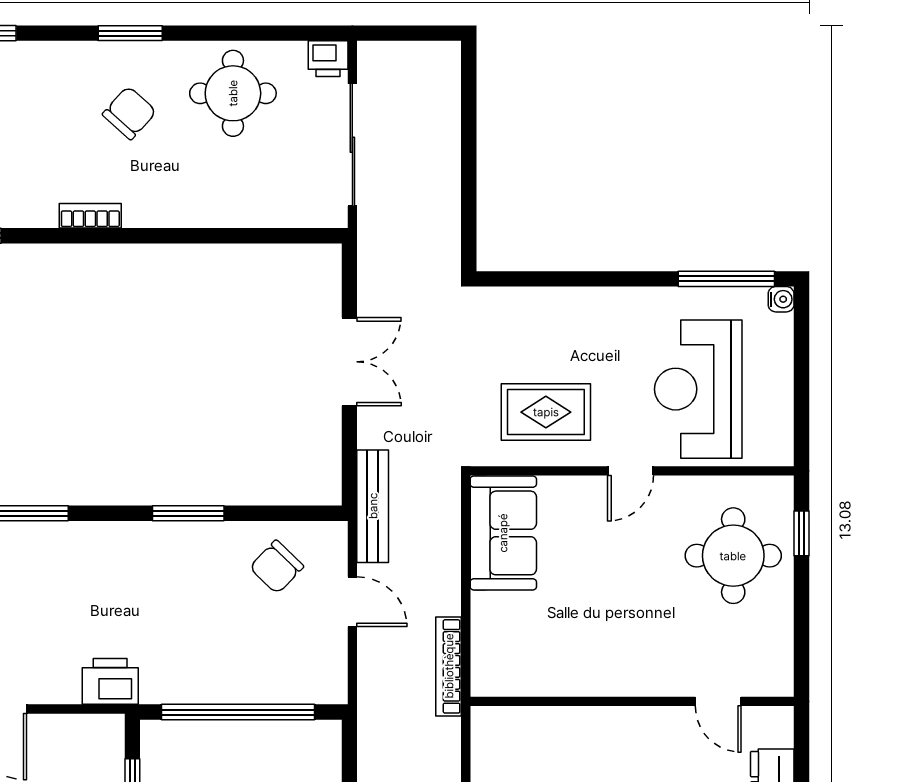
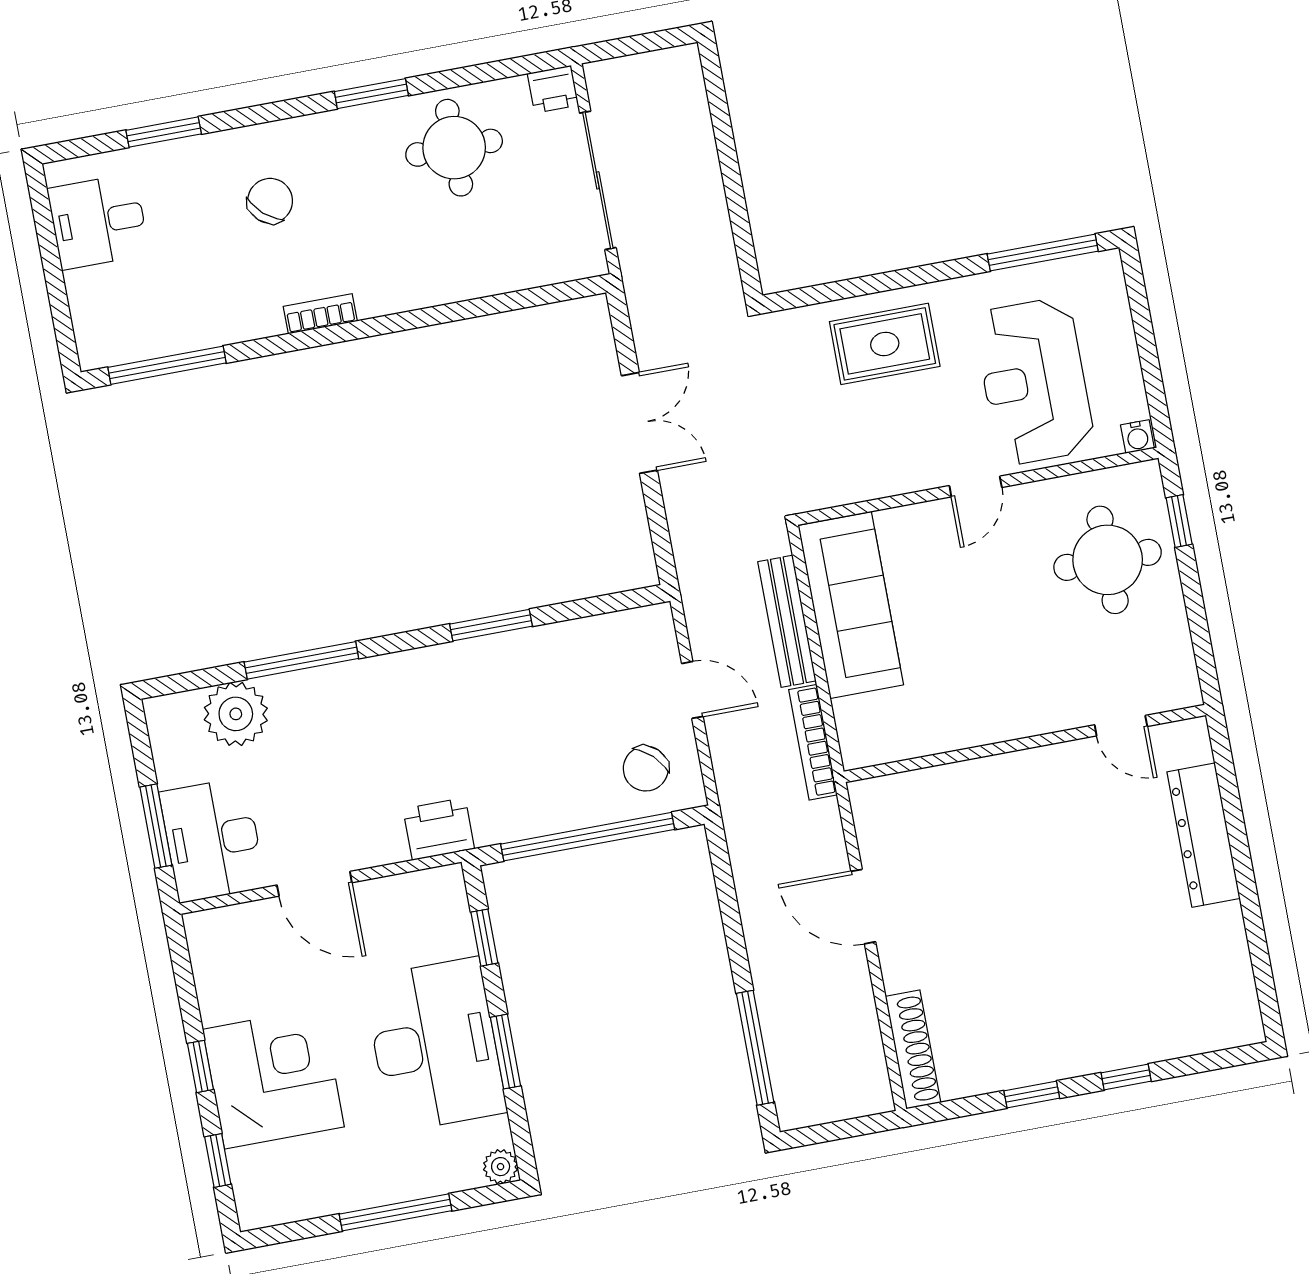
window: (130, 33) -> (371, 94), moved
chair: (129, 113) -> (270, 201), moved
water cooler: (781, 299) -> (1137, 437), moved, turned 90
rug: (546, 412) -> (885, 344), moved
bench: (373, 506) -> (787, 621), moved
sofa: (503, 533) -> (851, 605), width x1.36
chair: (277, 567) -> (646, 769), moved

